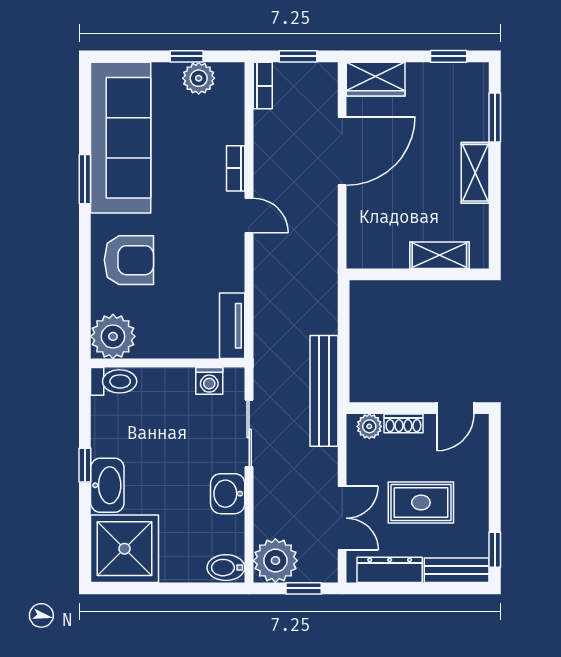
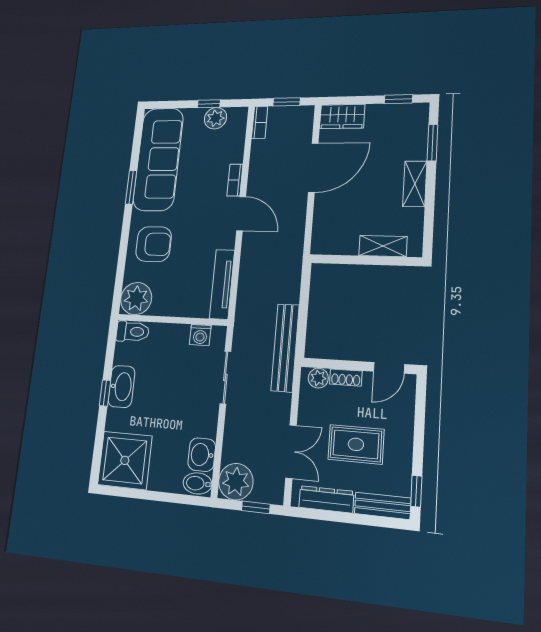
door: (249, 215) -> (241, 214), width x1.38
tv unit: (232, 326) -> (222, 284), width x1.41
washbasin: (107, 485) -> (121, 387), moved
washbasin: (228, 494) -> (202, 455), moved

